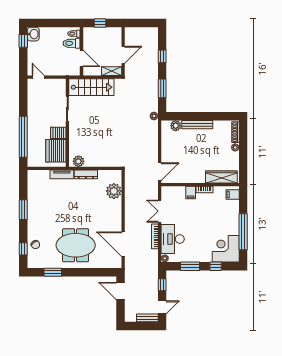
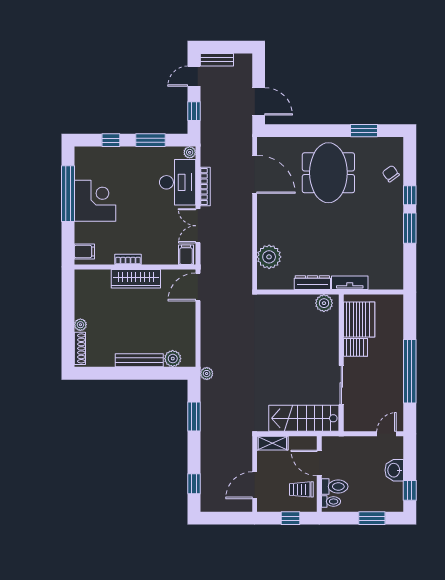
window: (48, 23) -> (372, 518), added
washbasin: (33, 34) -> (394, 470), moved
trolley: (93, 41) -> (301, 489), added
door: (123, 55) -> (255, 485), moved
window: (162, 56) -> (194, 484), moved
door: (38, 77) -> (387, 434), swing flipped
window: (23, 137) -> (410, 371), moved
wardrobe: (221, 177) -> (136, 279), moved
filing cabinet: (191, 192) -> (186, 255), moved
double door: (160, 211) -> (198, 226), swing flipped
meeting table: (76, 245) -> (328, 173), turned 90
window: (23, 249) -> (410, 195), moved
corner desk: (226, 249) -> (95, 201), moved, turned -90

